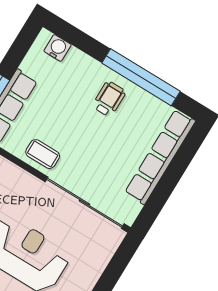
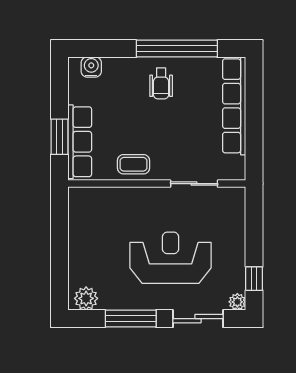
wheelchair: (109, 99) -> (161, 83), turned 180
sliding door: (85, 203) -> (194, 184), width x0.54

